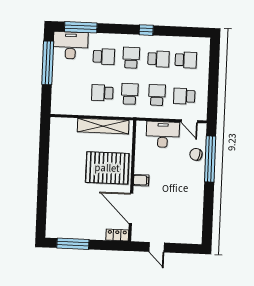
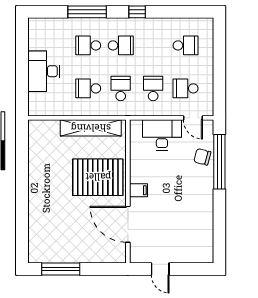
window: (81, 27) -> (87, 12), moved
desk: (71, 45) -> (44, 71), moved, turned -90
school desk: (104, 57) -> (88, 45), turned 180
school desk: (131, 58) -> (121, 45), turned 90
school desk: (158, 59) -> (153, 45), removed
window: (48, 63) -> (22, 56), removed
locker: (117, 235) -> (113, 256), removed

